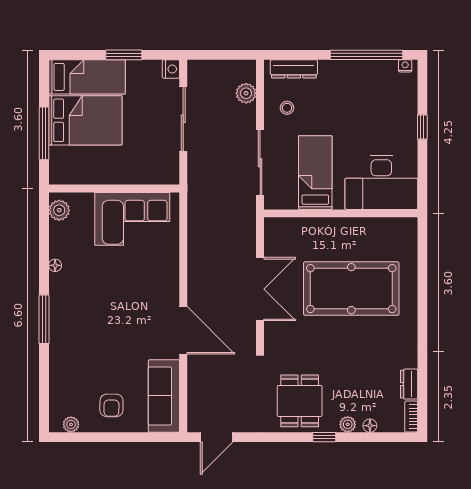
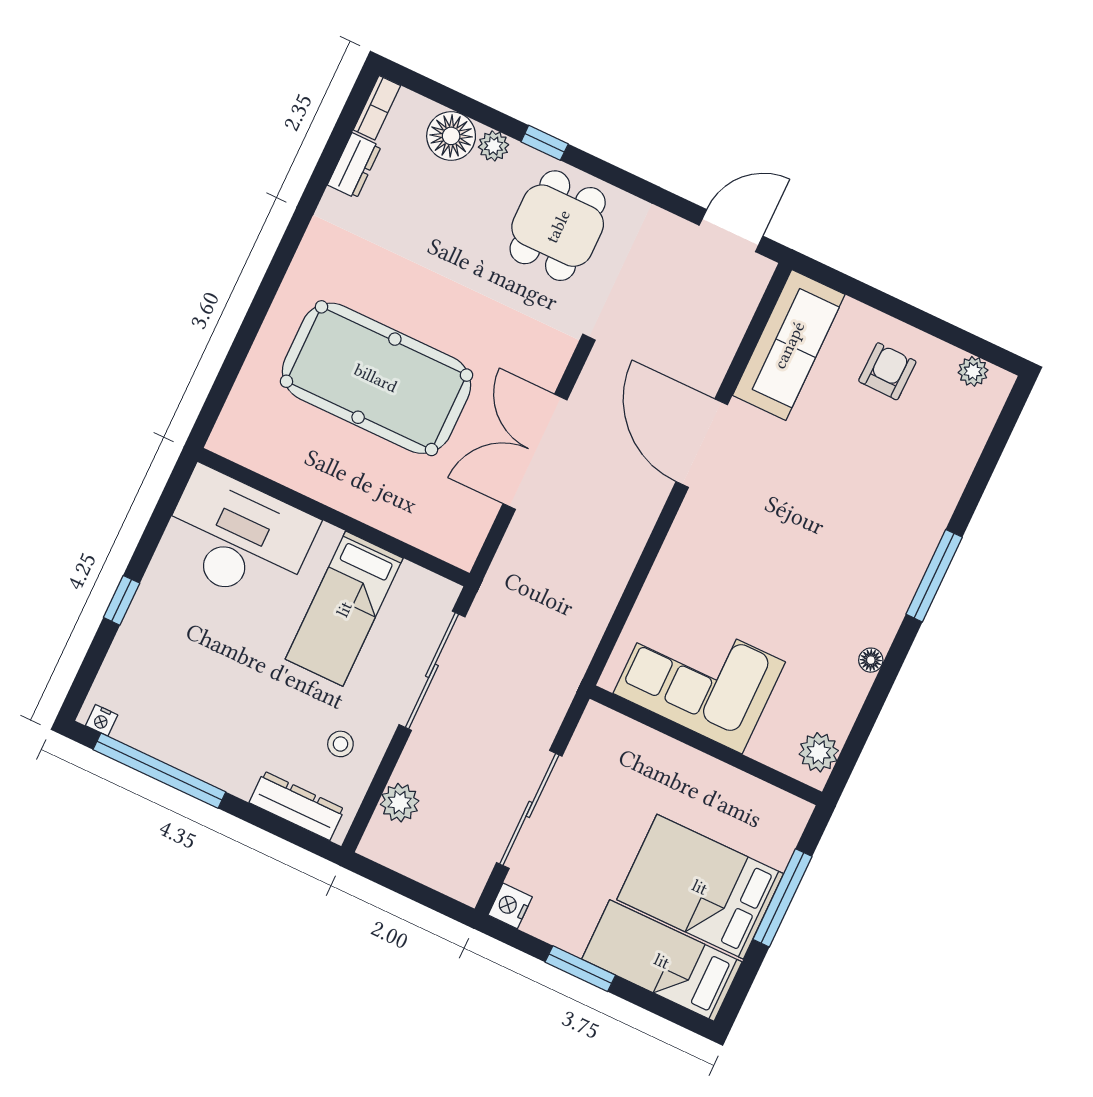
floor lamp: (370, 426) -> (451, 136), width x1.89, depth x1.89

